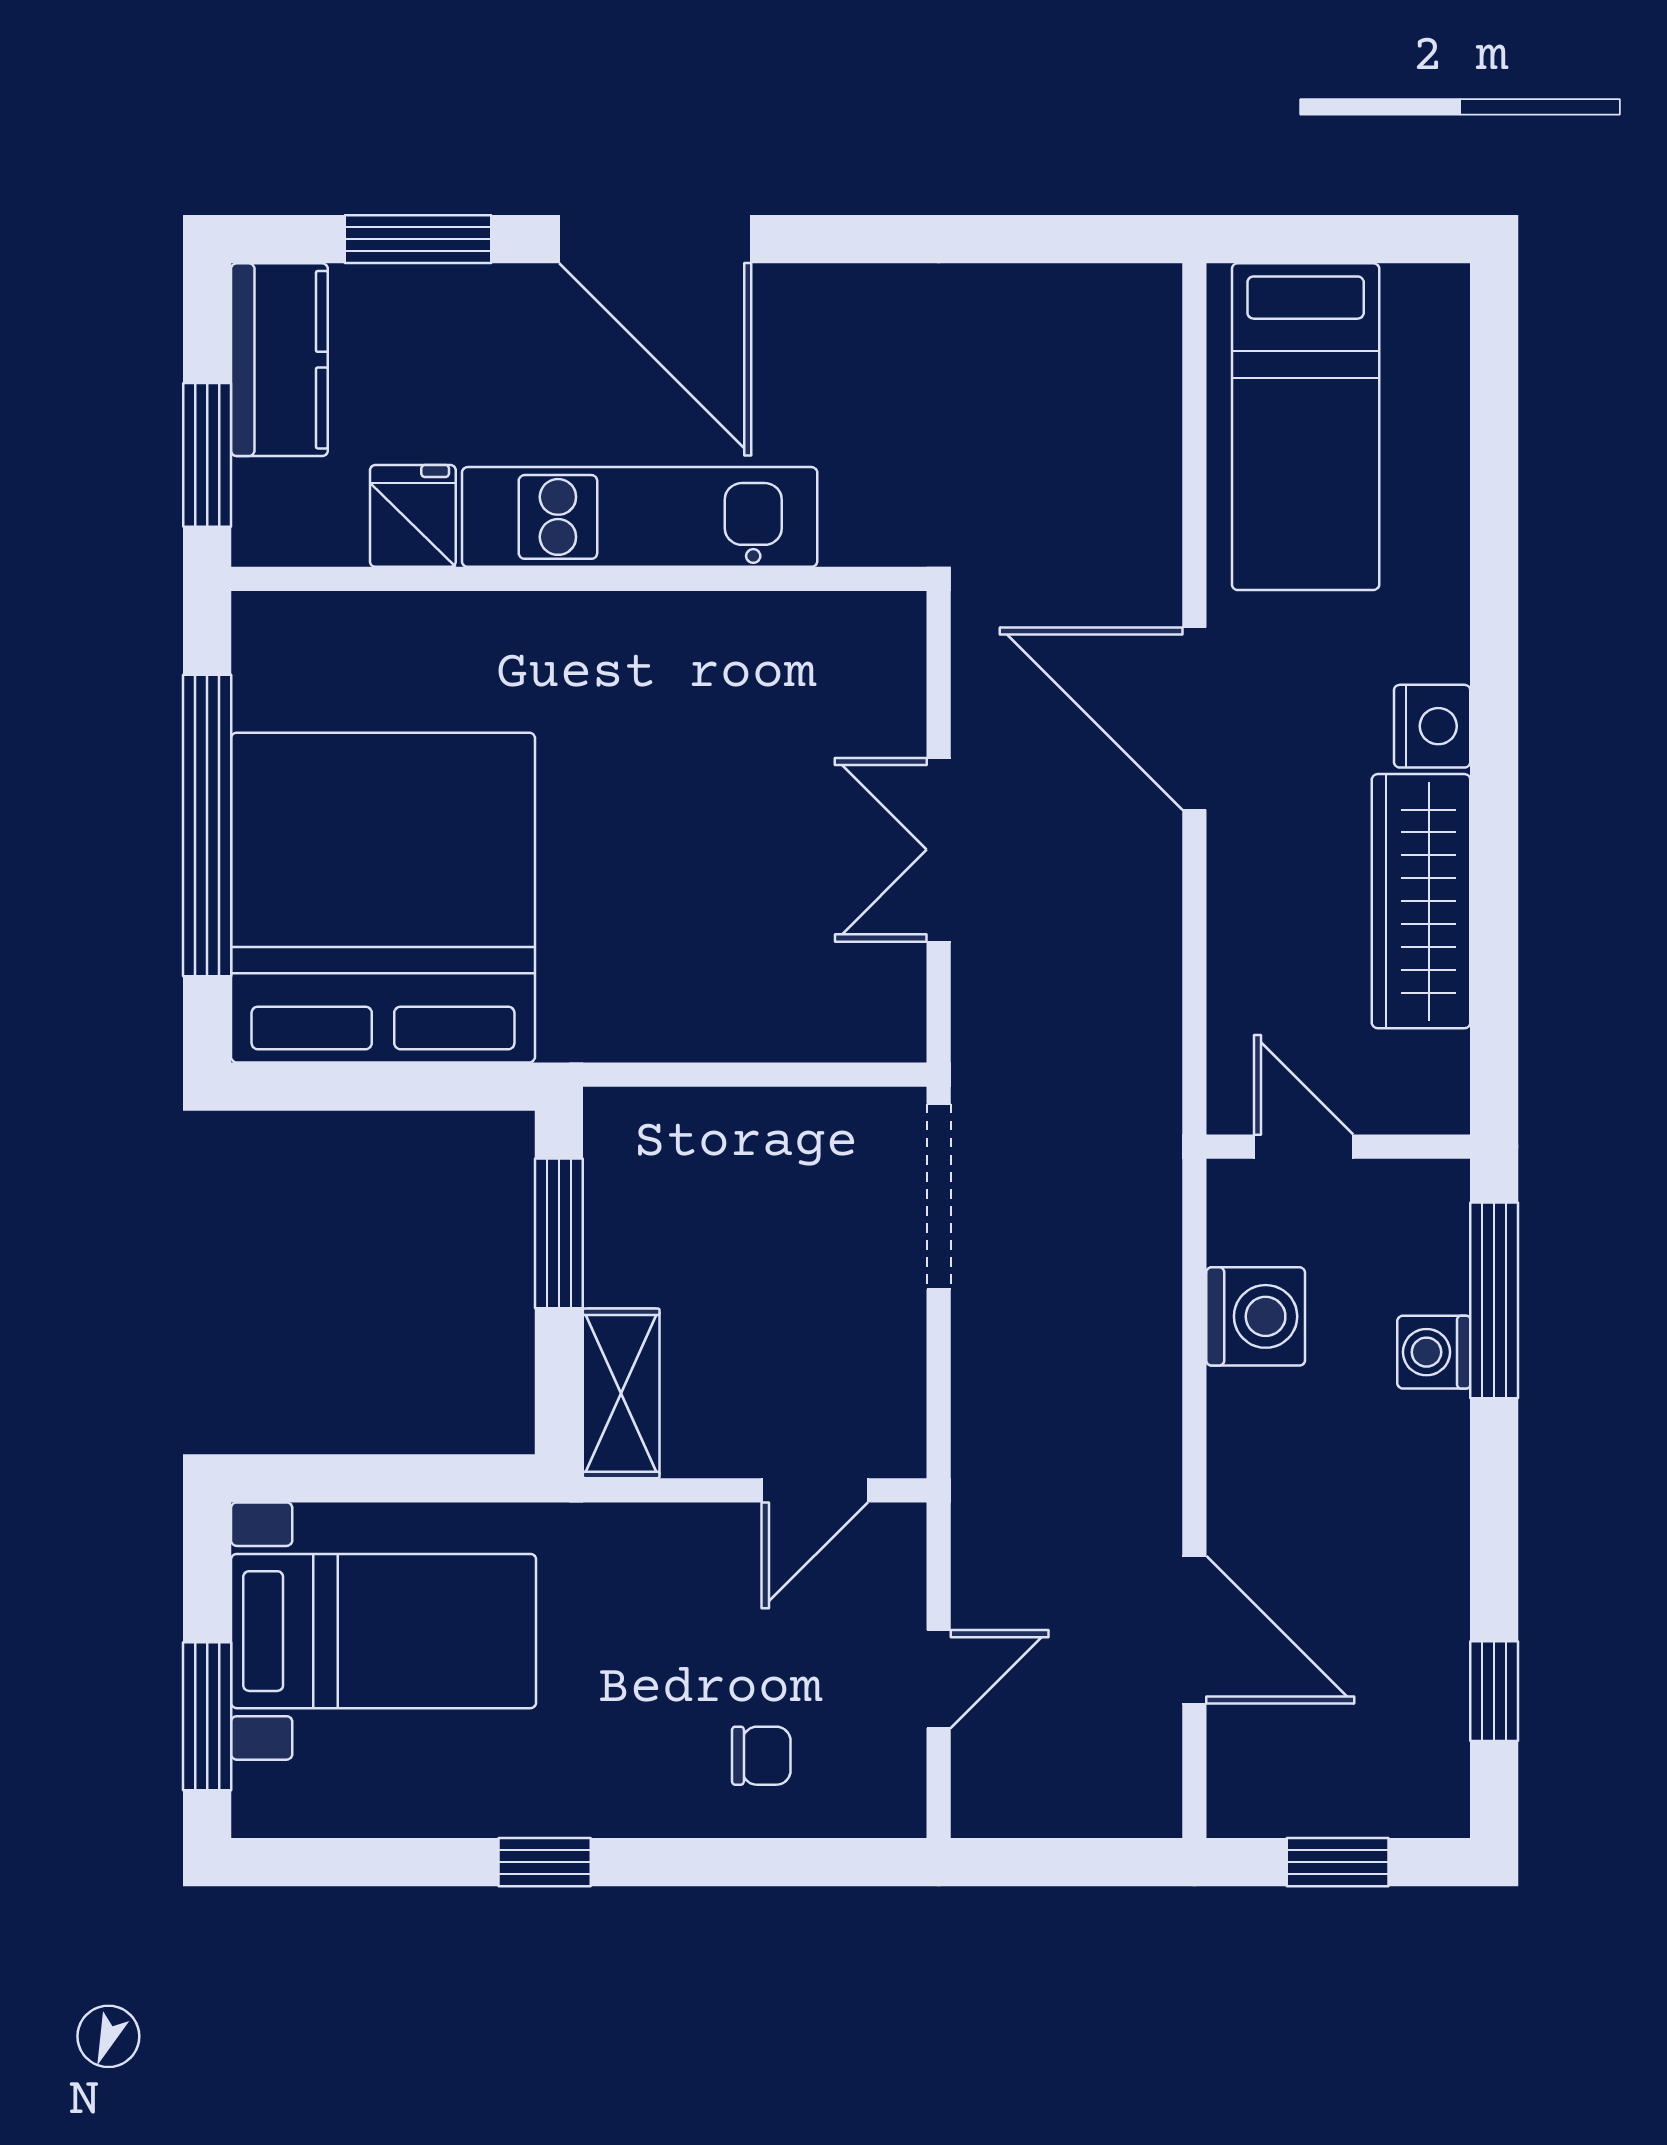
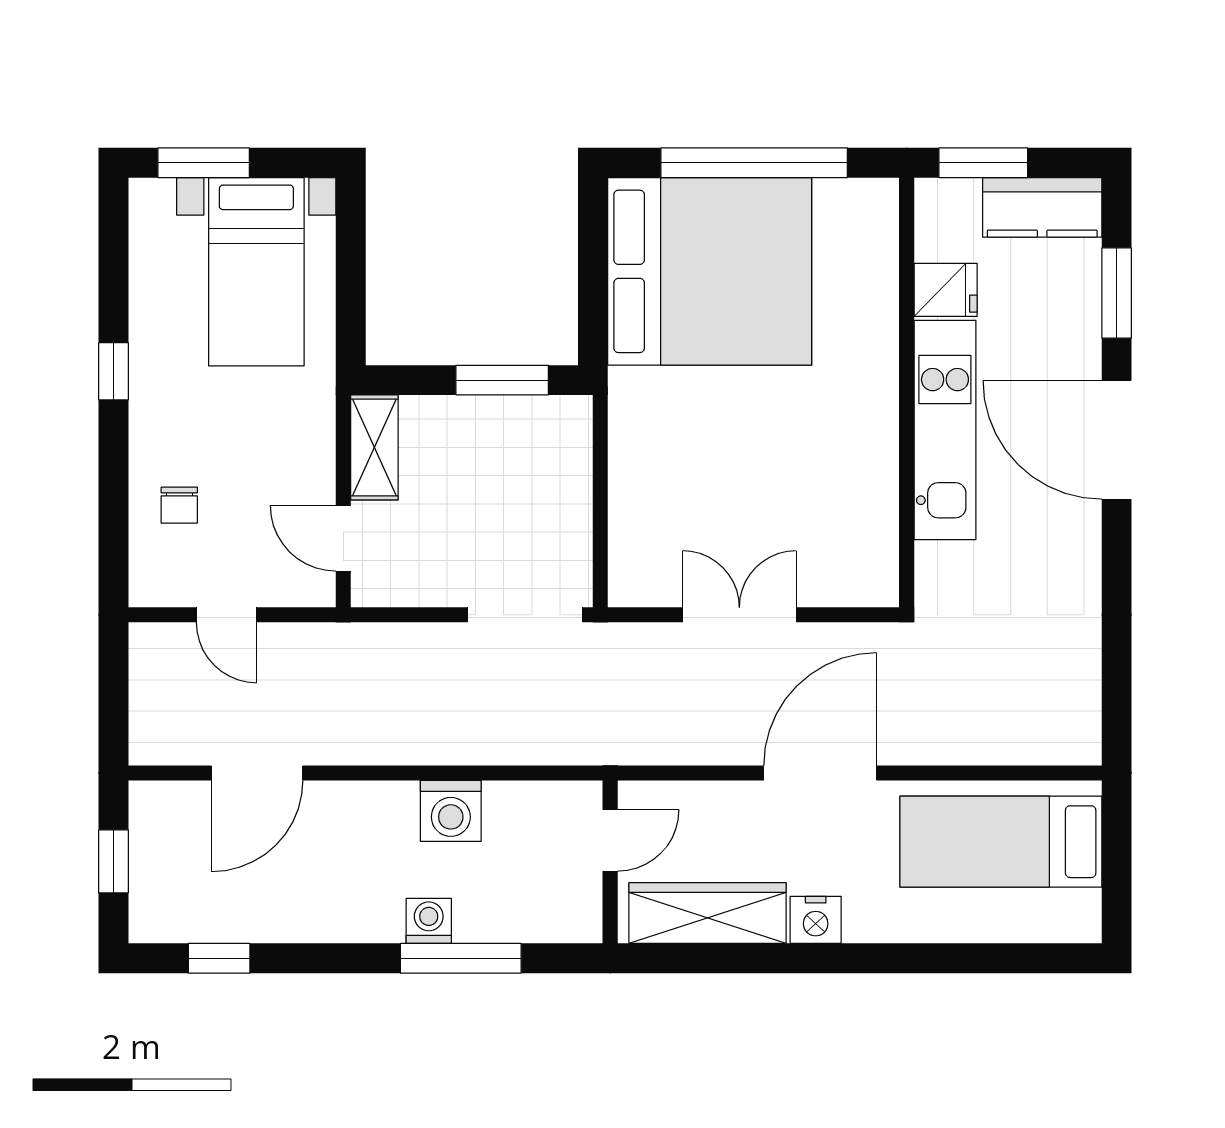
door: (655, 239) -> (1117, 440), hinge flipped
door: (1304, 1147) -> (610, 840), moved
wall: (1338, 1147) -> (610, 862), moved
shelving: (621, 1393) -> (374, 447), moved, turned 90

